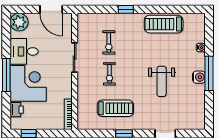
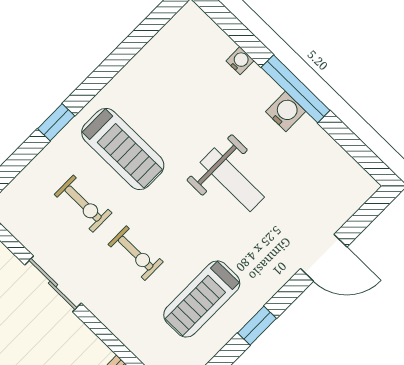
treadmill: (164, 24) -> (123, 149), moved, turned -90
treadmill: (115, 108) -> (202, 299), turned 180

